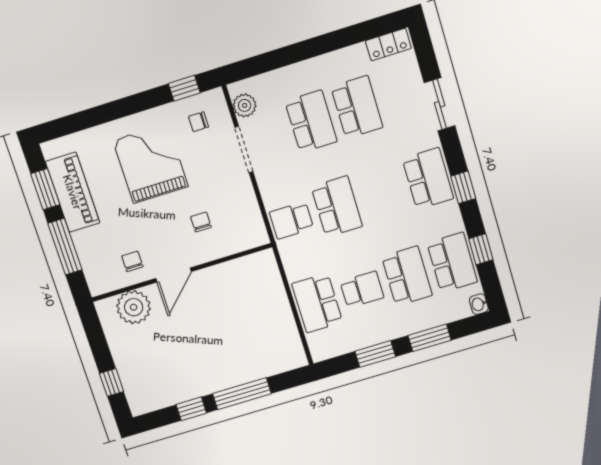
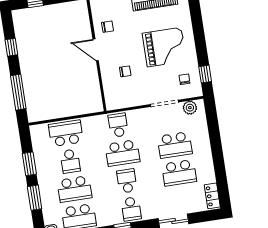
school desk: (428, 179) -> (131, 209), width x0.54
school desk: (382, 193) -> (127, 181), added
plant: (134, 307) -> (80, 23), removed
window: (242, 394) -> (18, 92), moved

